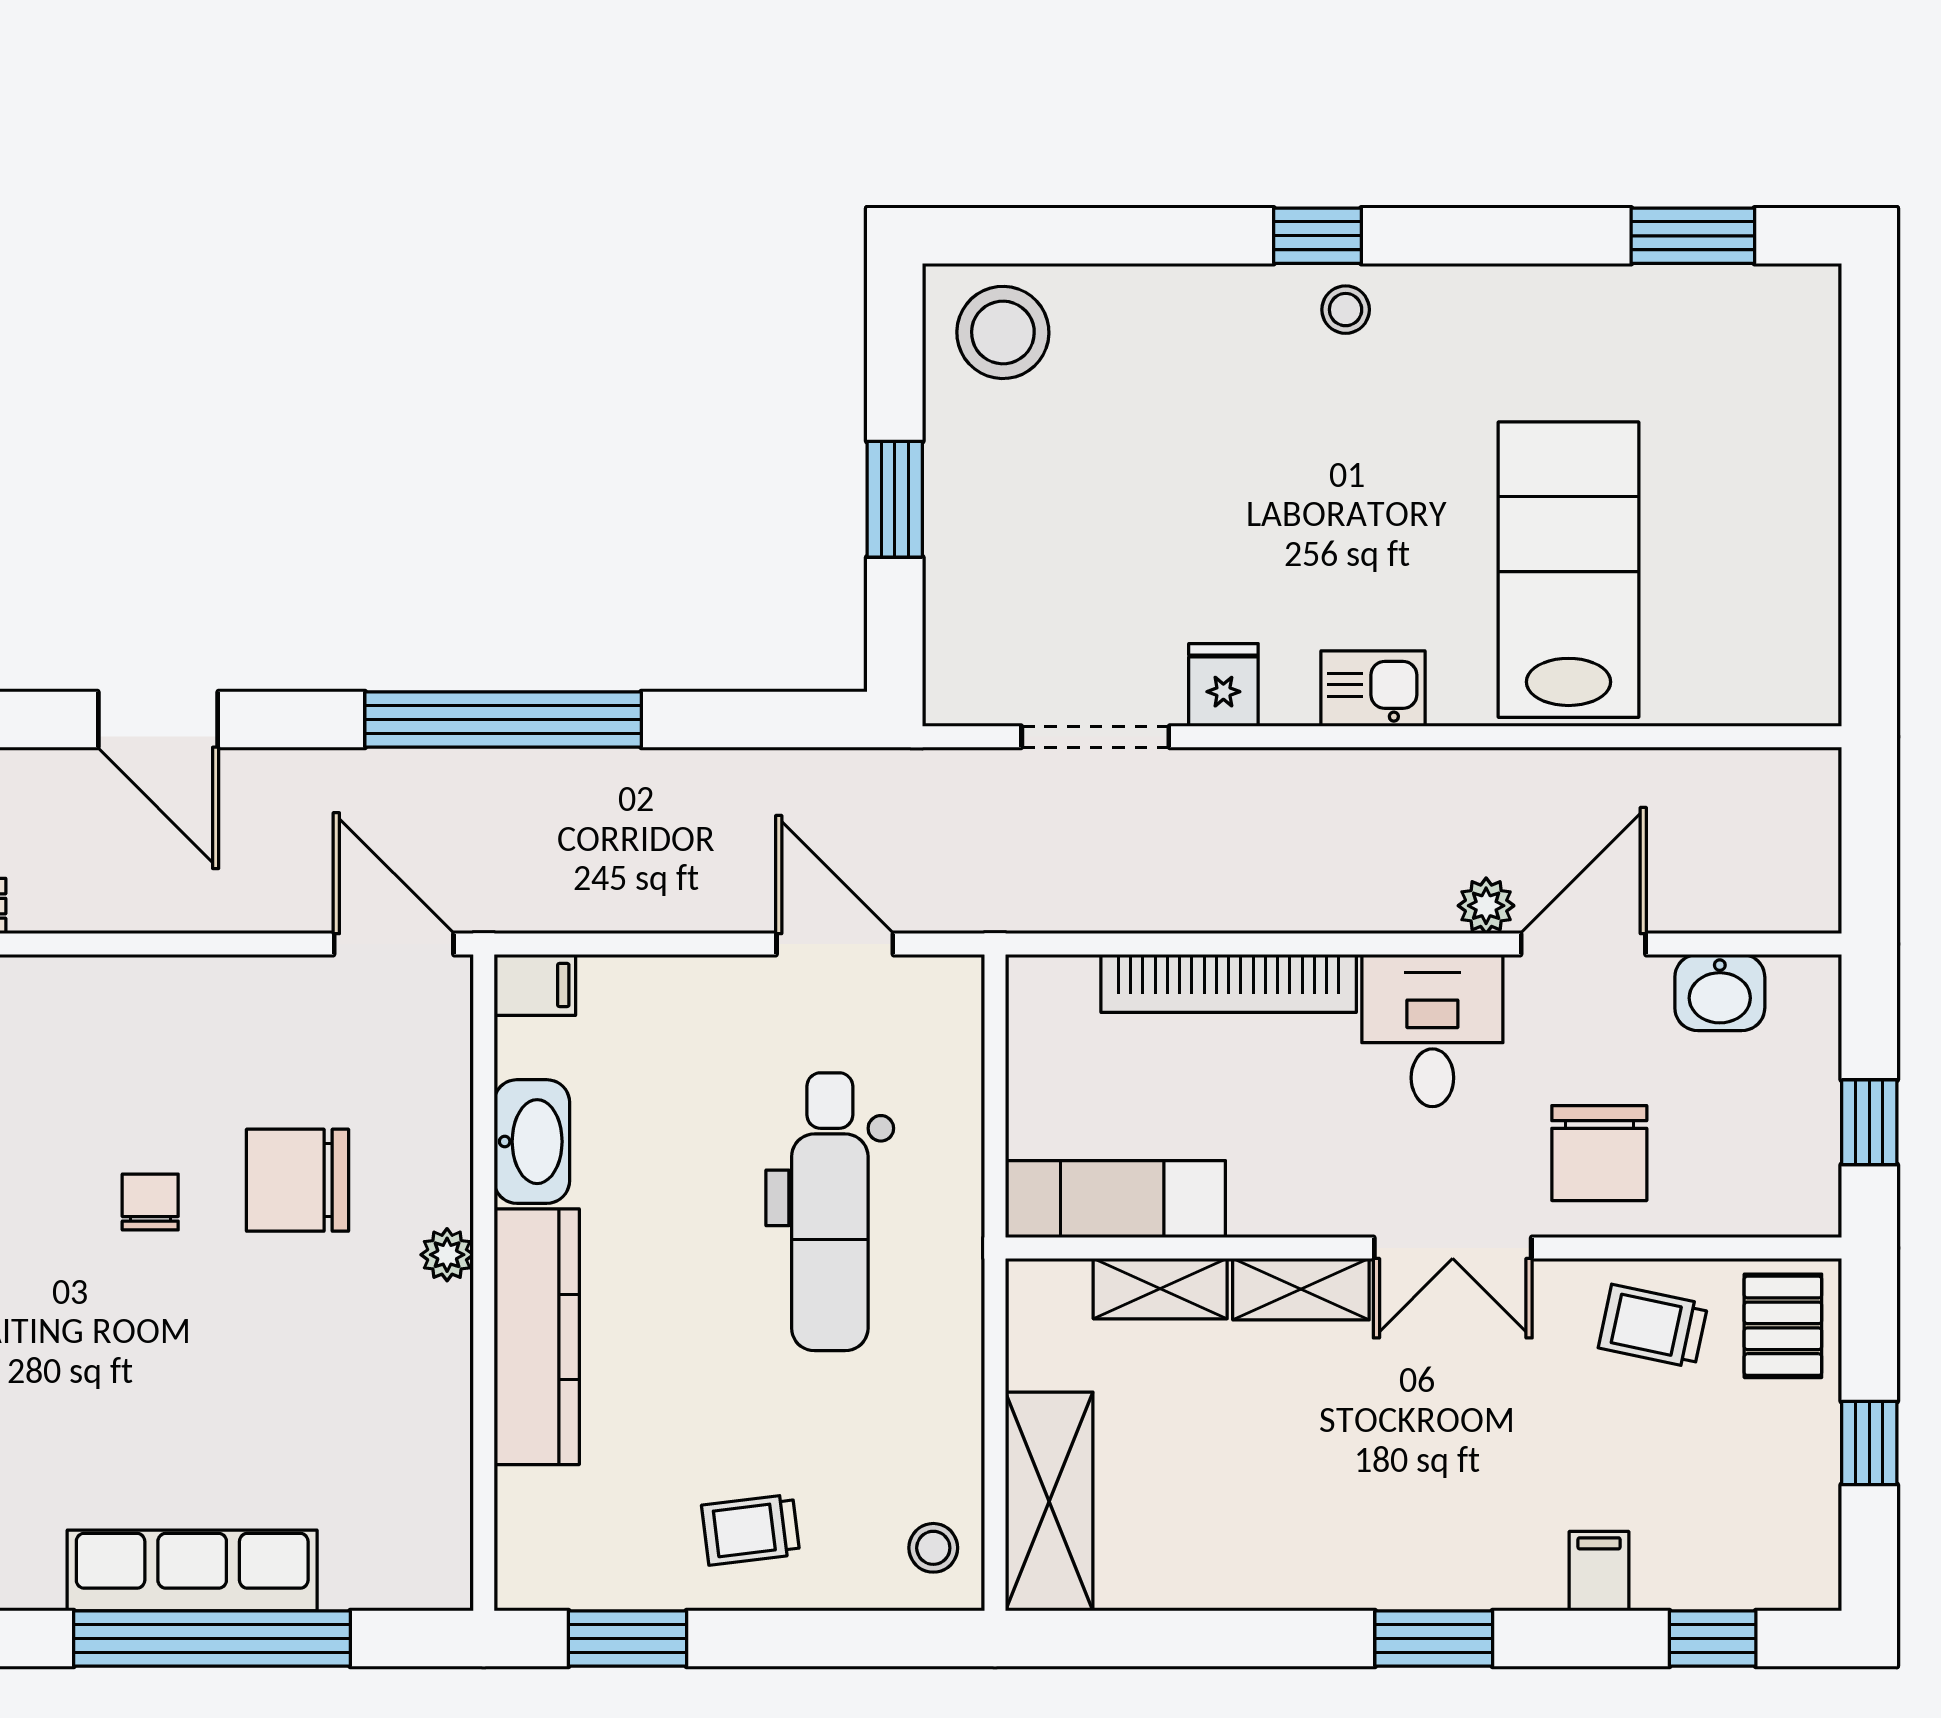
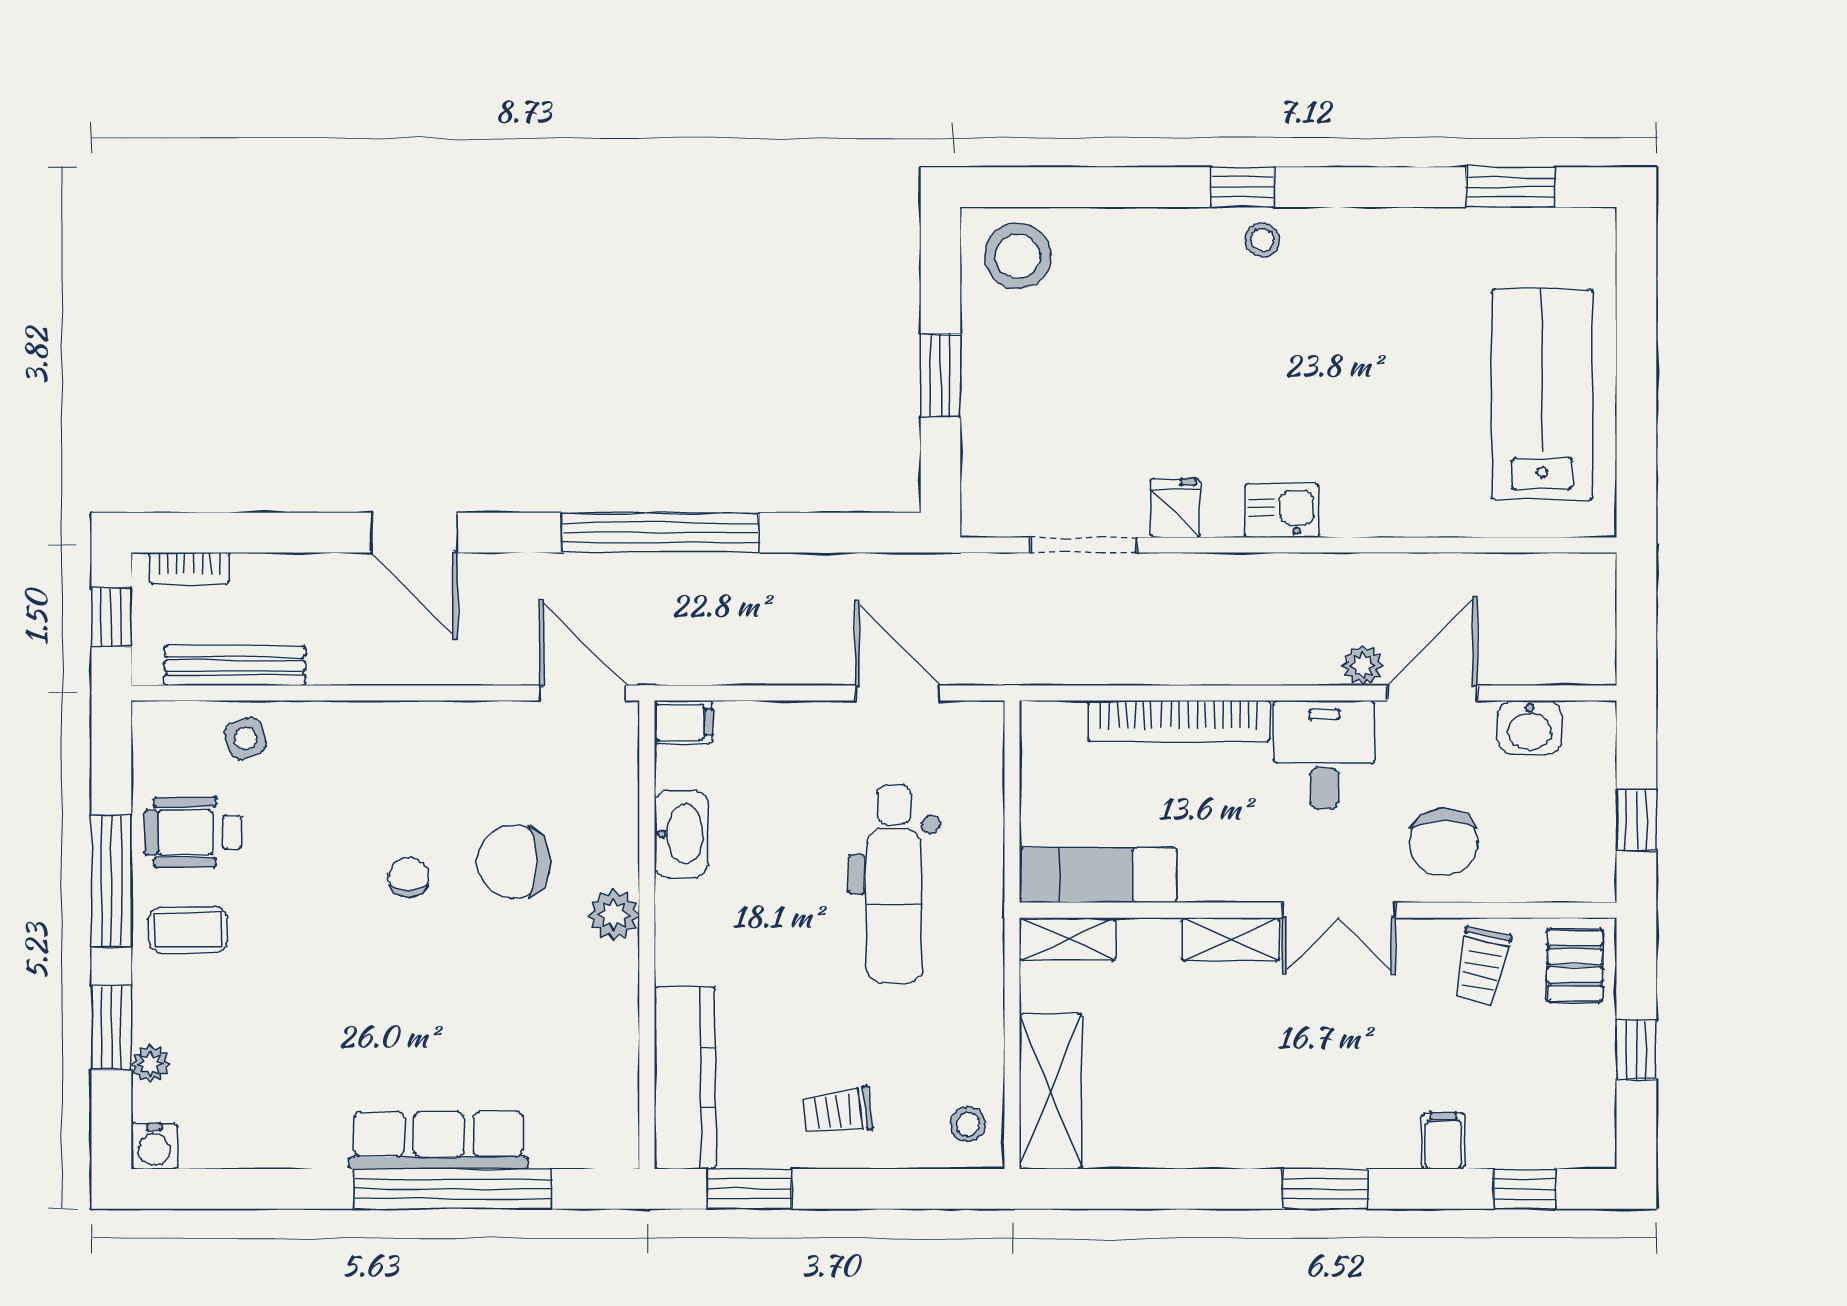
lab bench: (1568, 570) -> (1542, 394), moved
plant: (447, 1255) -> (614, 915), width x1.38, depth x1.38
shelving: (1160, 1289) -> (1067, 939), moved
trolley: (1653, 1326) -> (1482, 966), turned -90
kitchen counter: (537, 1337) -> (685, 1078), moved

